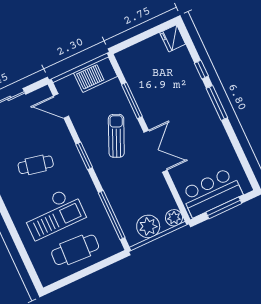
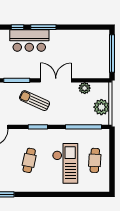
bar counter: (211, 192) -> (29, 40), moved, turned -90
window: (224, 208) -> (112, 54), width x1.46
plant: (174, 218) -> (85, 88), moved
cafe table: (75, 250) -> (95, 160), width x0.73, depth x0.74

